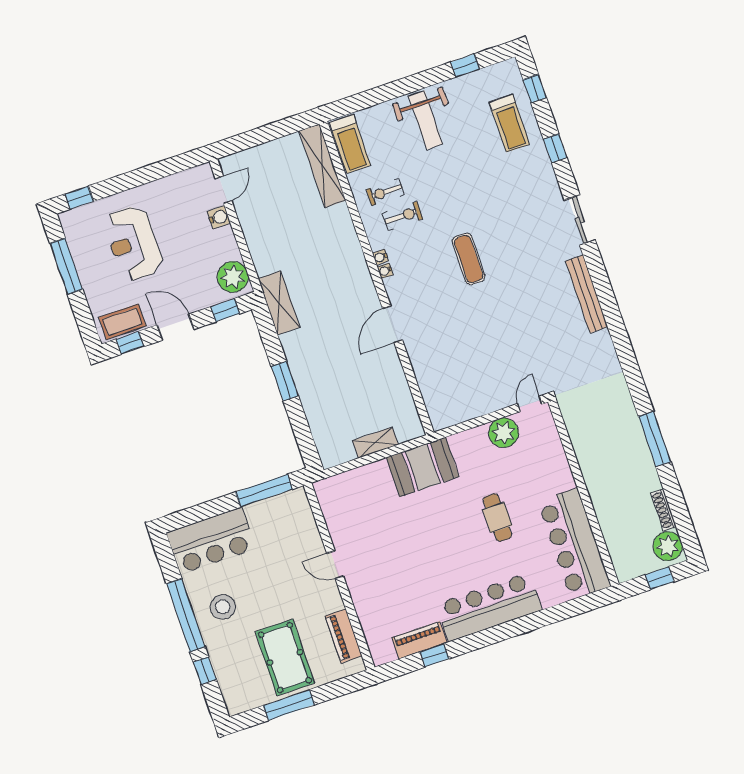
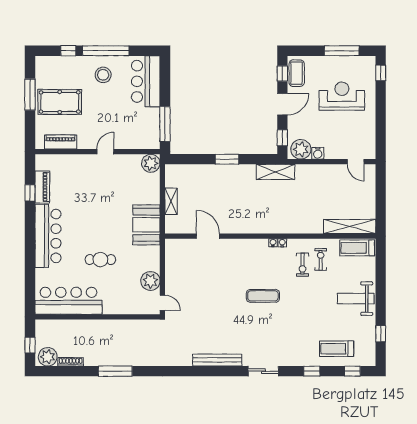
water cooler: (219, 217) -> (318, 153), moved
door: (392, 324) -> (208, 236), moved
plant: (329, 492) -> (151, 163), added

